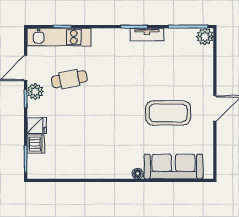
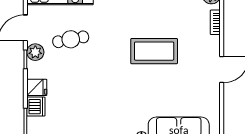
bookcase: (209, 63) -> (215, 22), added
coffee table: (168, 113) -> (154, 51), moved

